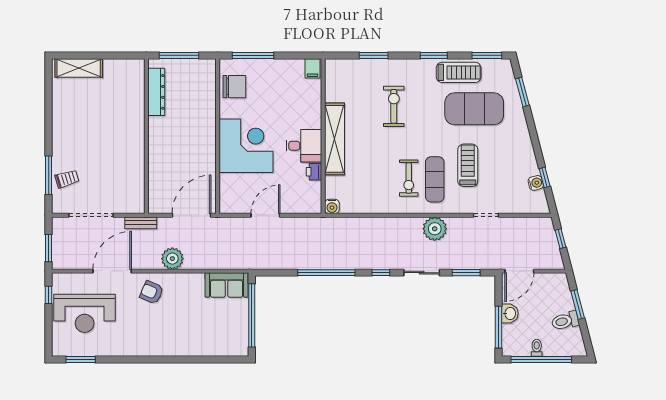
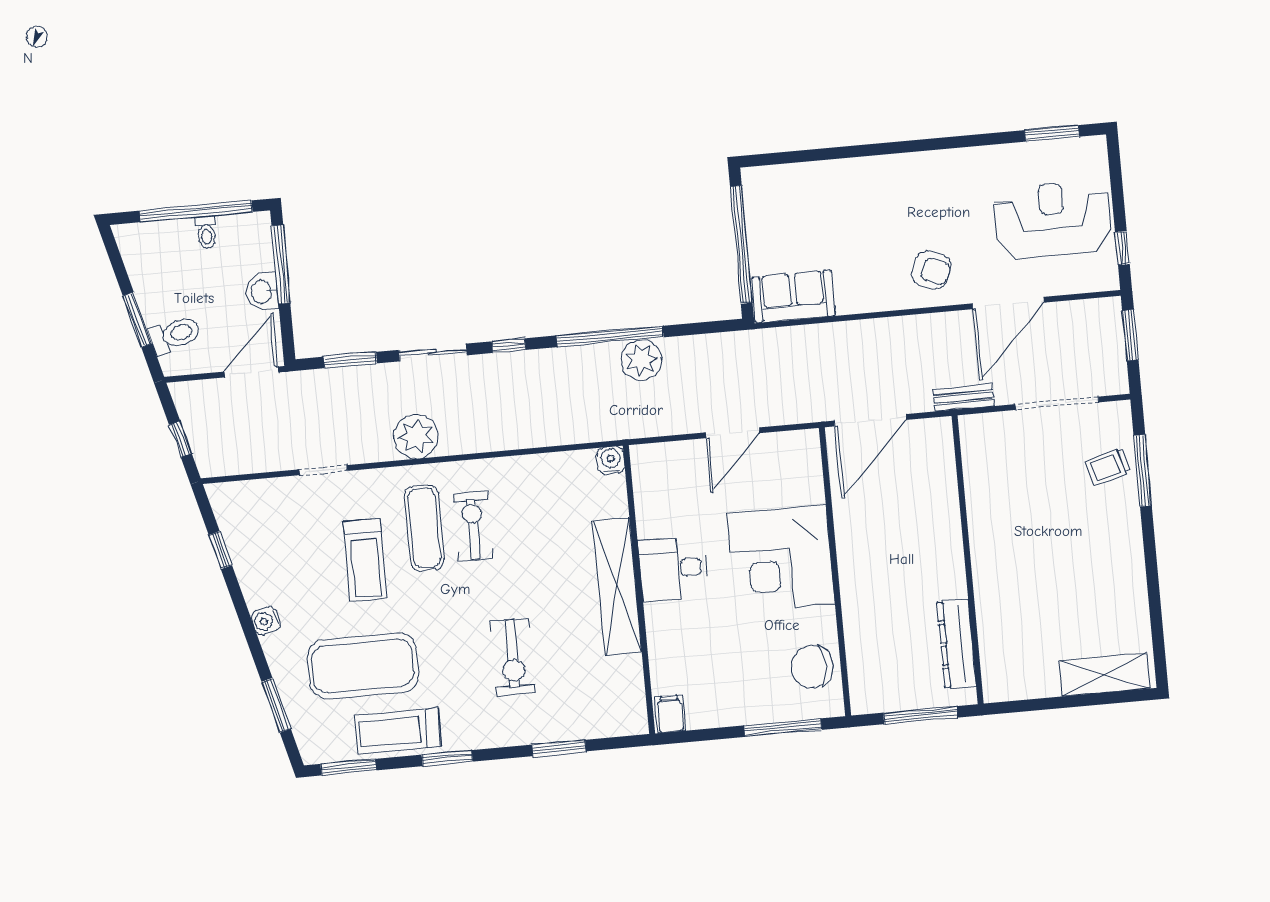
printer: (314, 172) -> (650, 522), removed
water cooler: (536, 183) -> (266, 621), moved
plant: (172, 259) -> (641, 360), moved
toilet: (565, 321) -> (175, 335), moved

